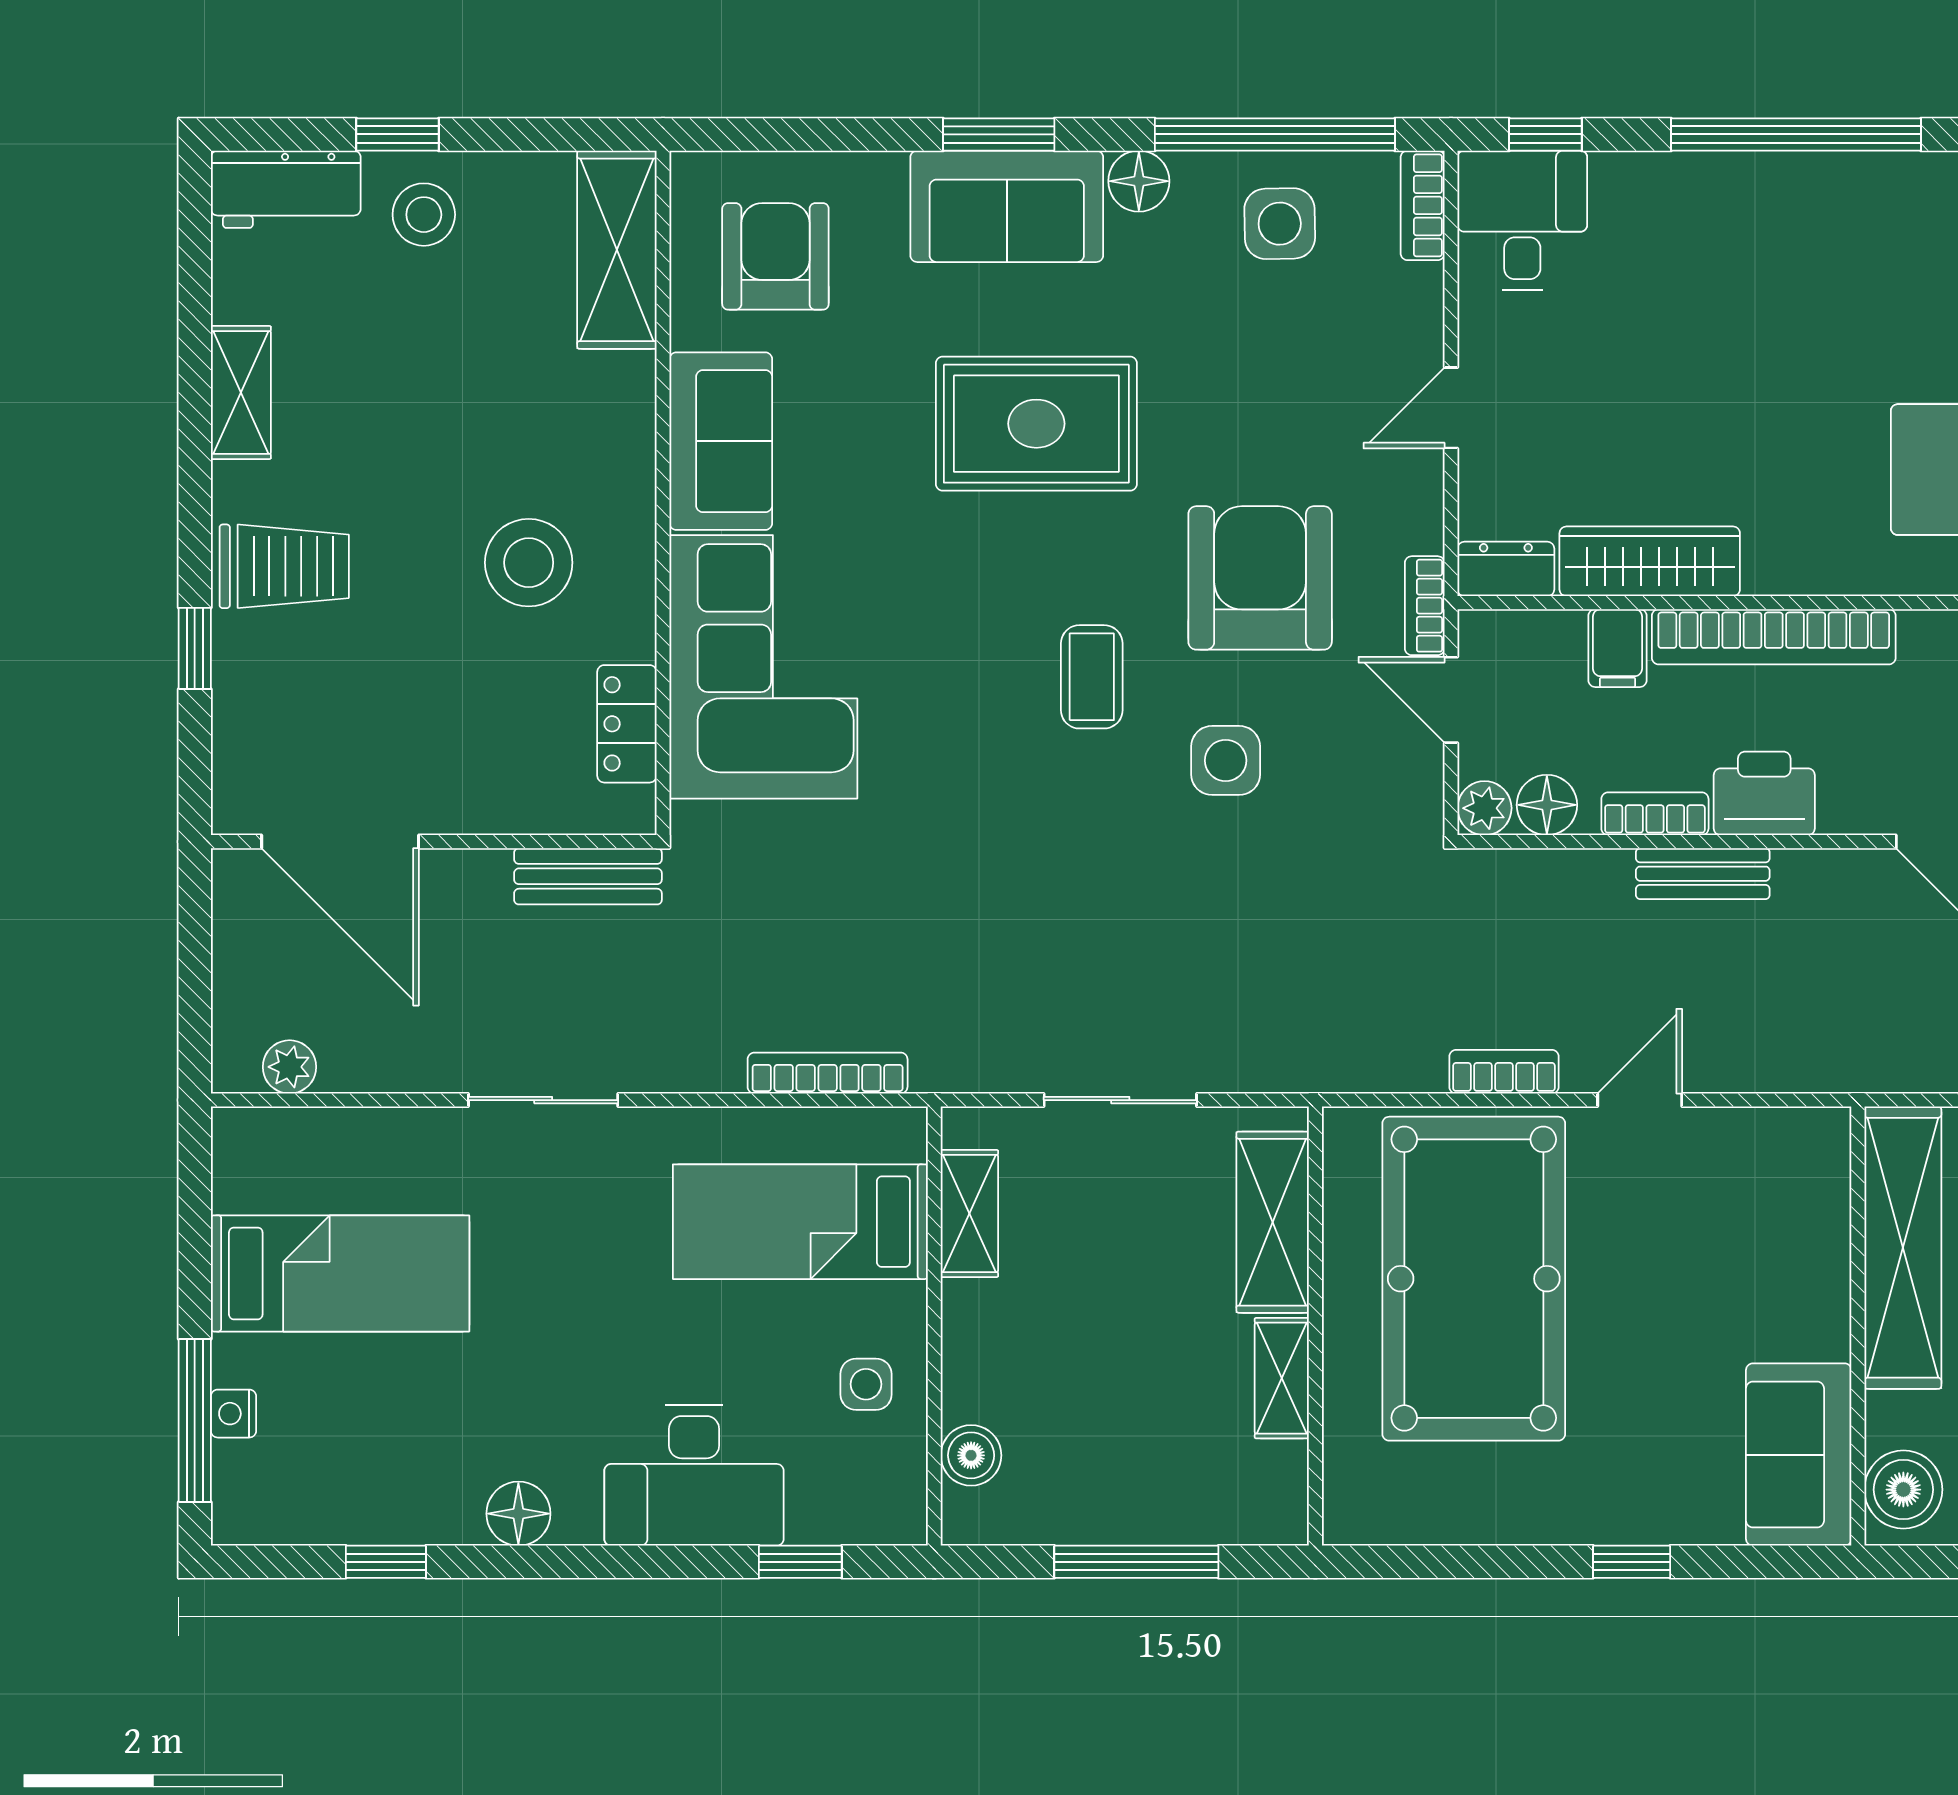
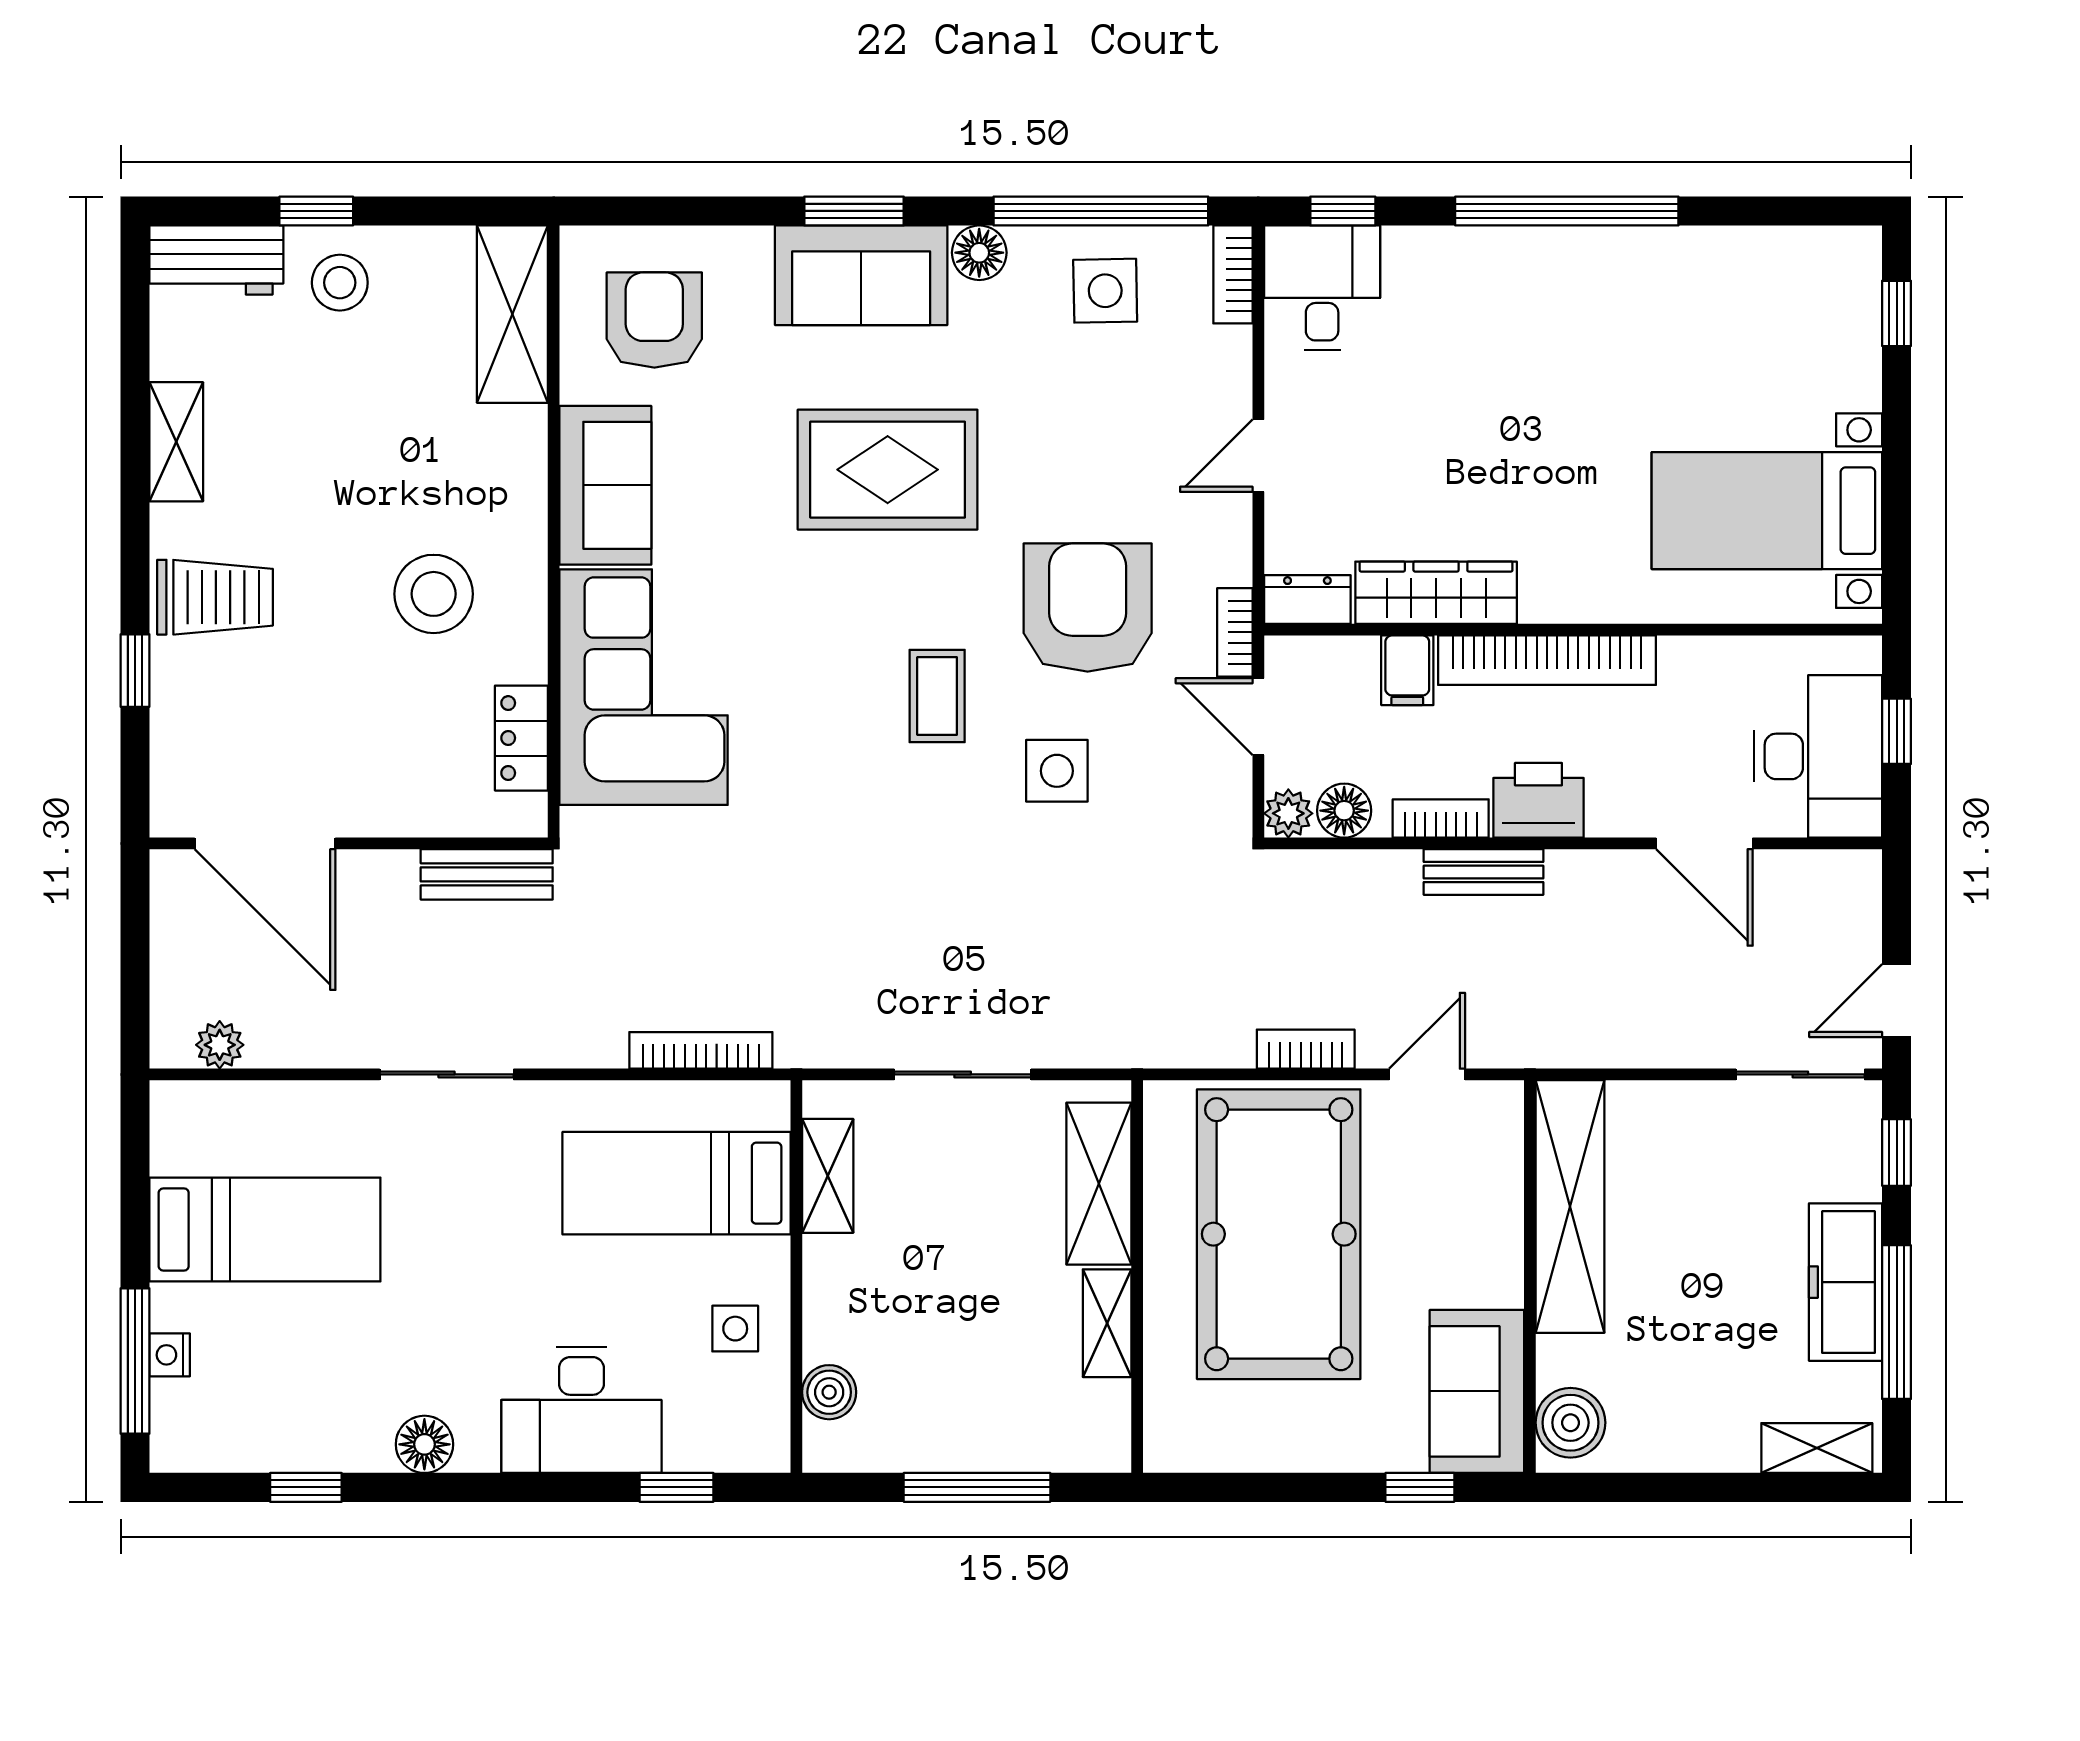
shelving: (1903, 1248) -> (1570, 1207), moved
wall: (1858, 1326) -> (1530, 1277), moved
sofa: (1799, 1455) -> (1477, 1391), moved
boiler: (1903, 1490) -> (1570, 1423), moved

